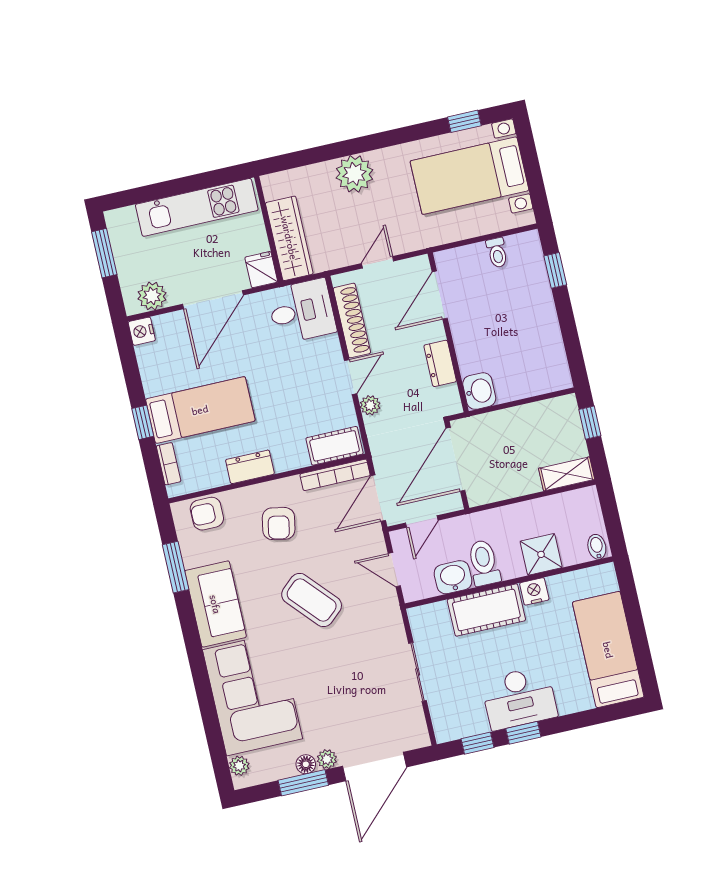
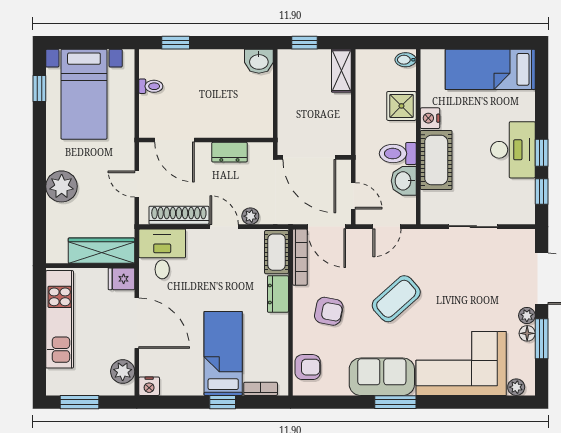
washbasin: (479, 391) -> (259, 61), moved, turned 180
dresser: (250, 467) -> (278, 294), moved
armchair: (207, 514) -> (308, 367), turned -90
window: (176, 567) -> (395, 402), moved

